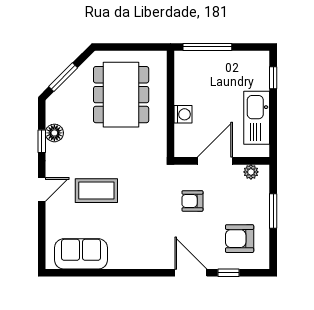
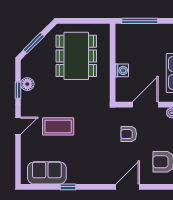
door: (191, 273) -> (128, 187), hinge flipped
window: (229, 273) -> (68, 187), moved

